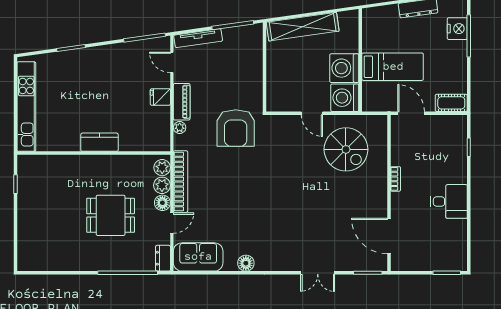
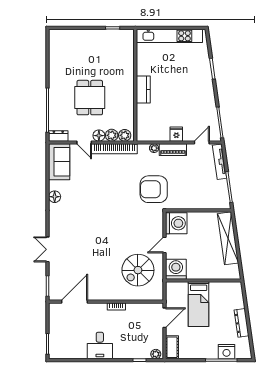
washing machine: (344, 68) -> (176, 223), moved, turned 90
plant: (461, 125) -> (156, 354), added

